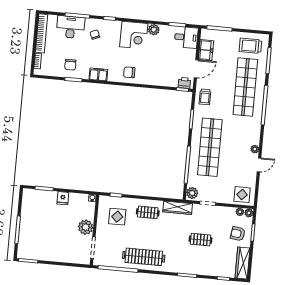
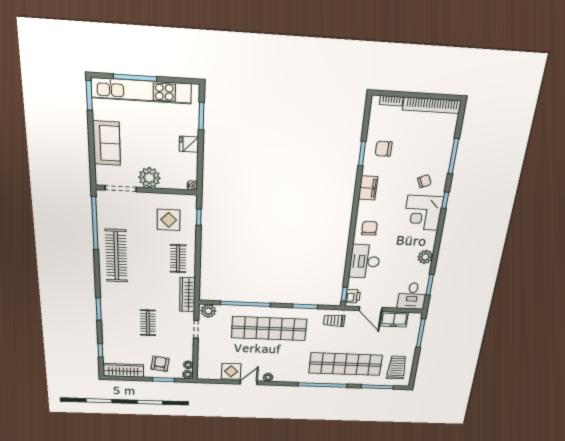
desk: (71, 27) -> (365, 261), moved, turned 180
corner desk: (134, 35) -> (423, 213), moved
door: (259, 165) -> (249, 383), swing flipped
display table: (242, 195) -> (231, 371), moved
kitchen unit: (26, 227) -> (141, 91), added
sofa: (60, 253) -> (107, 143), added

